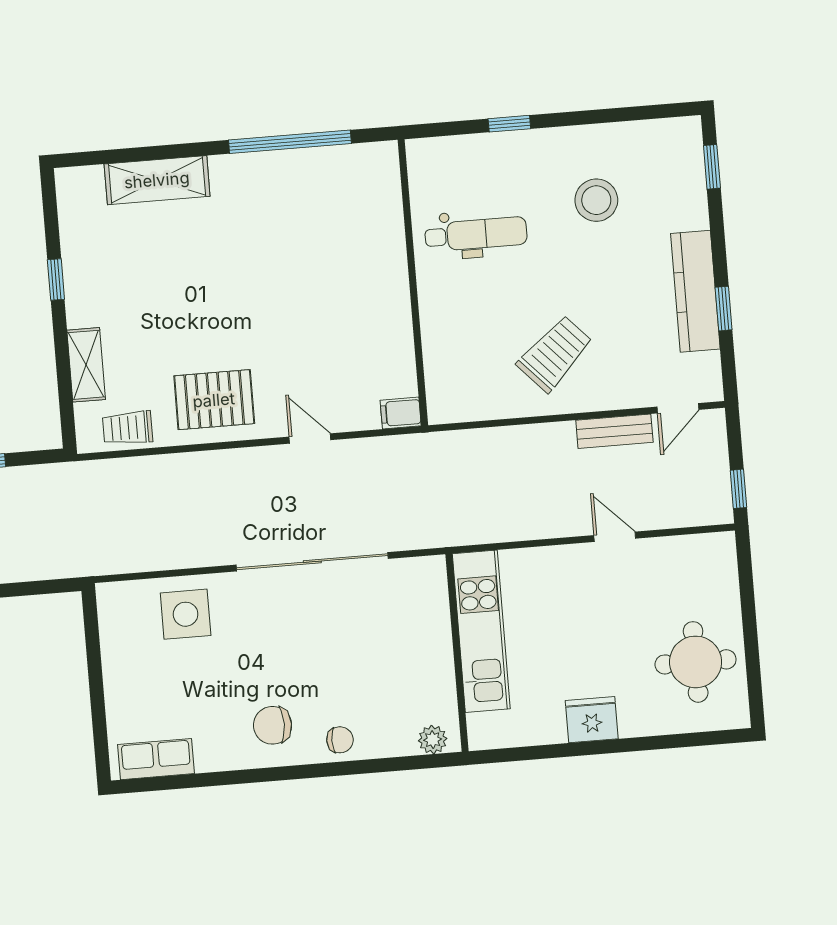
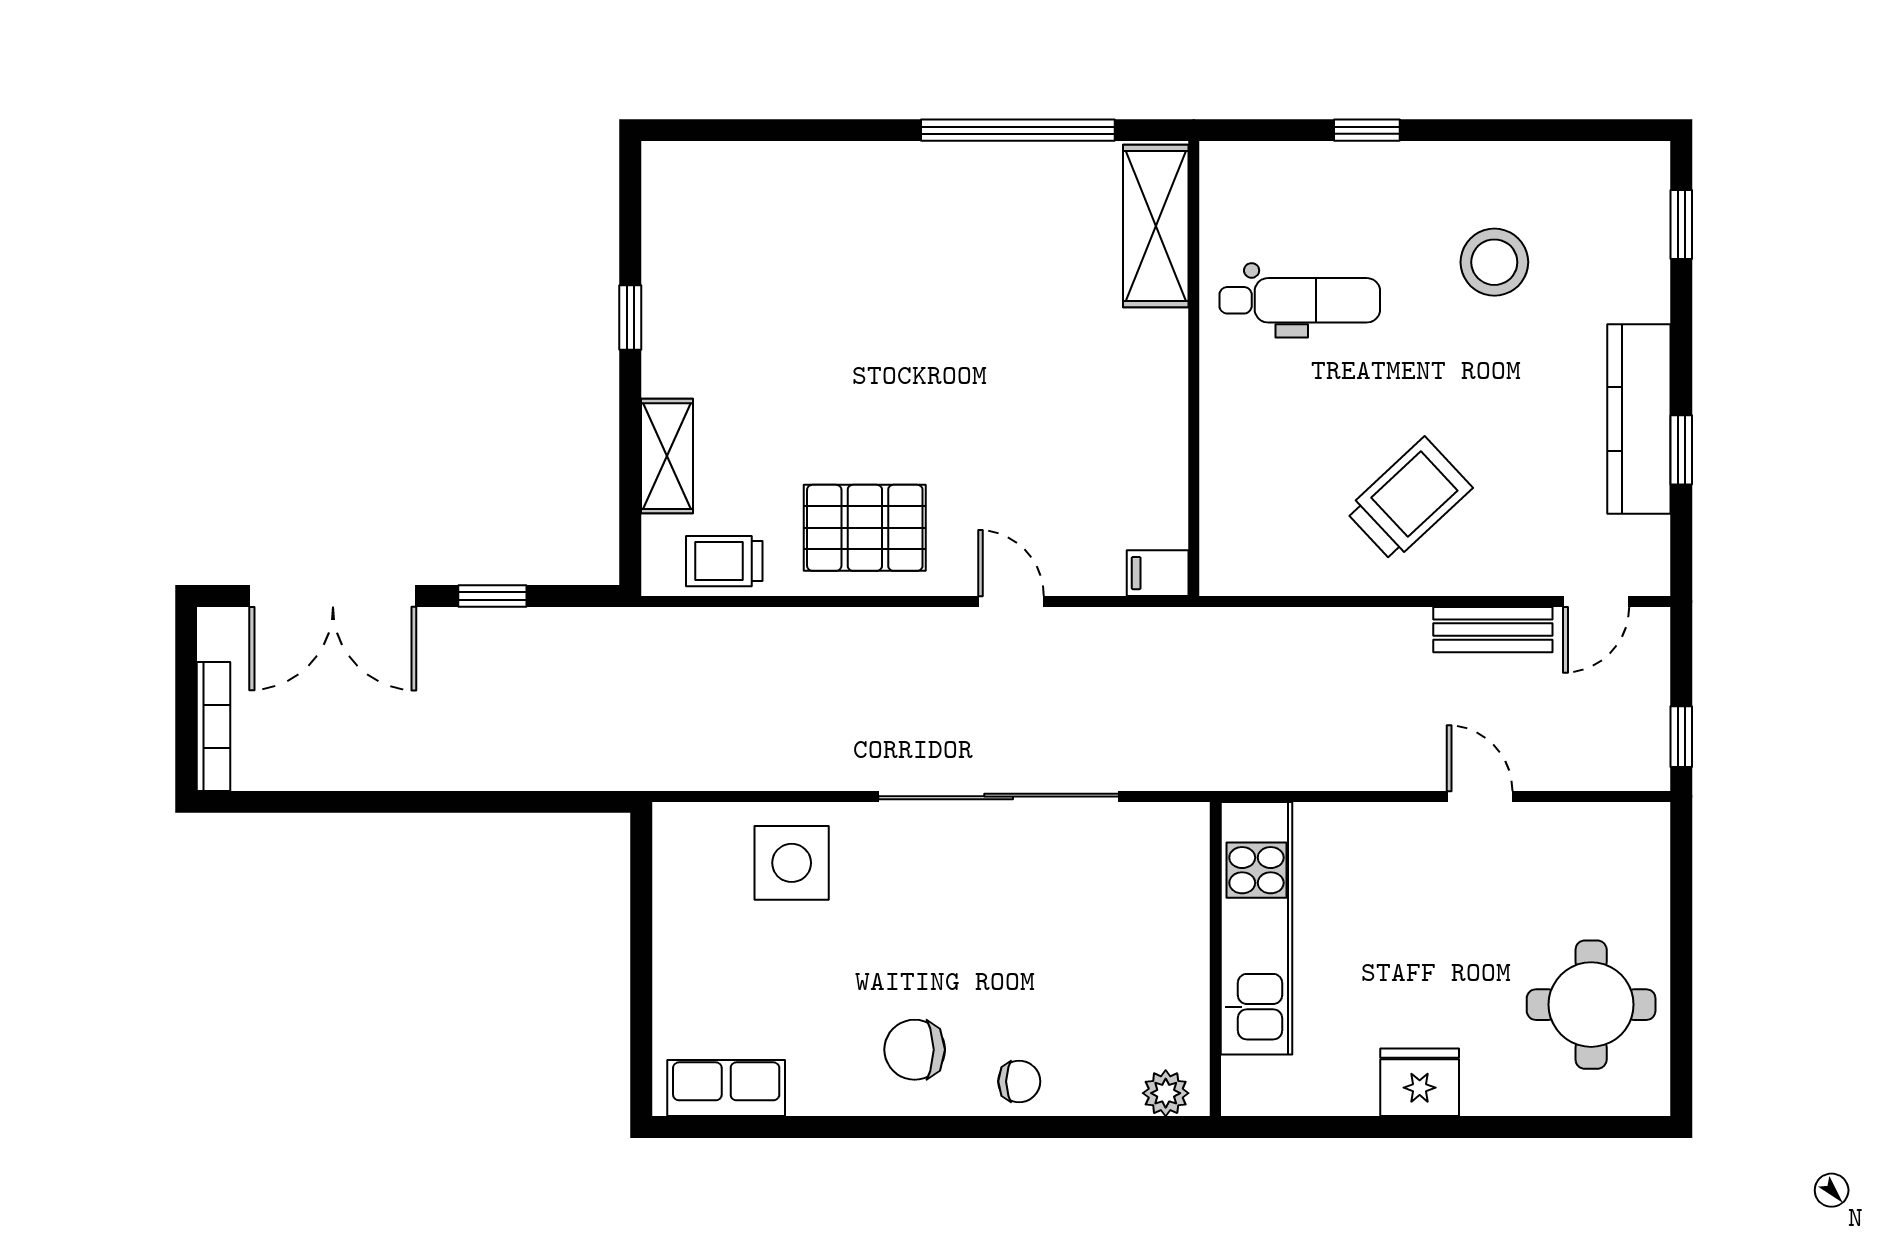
shelving: (157, 180) -> (1156, 226), moved, turned 90

